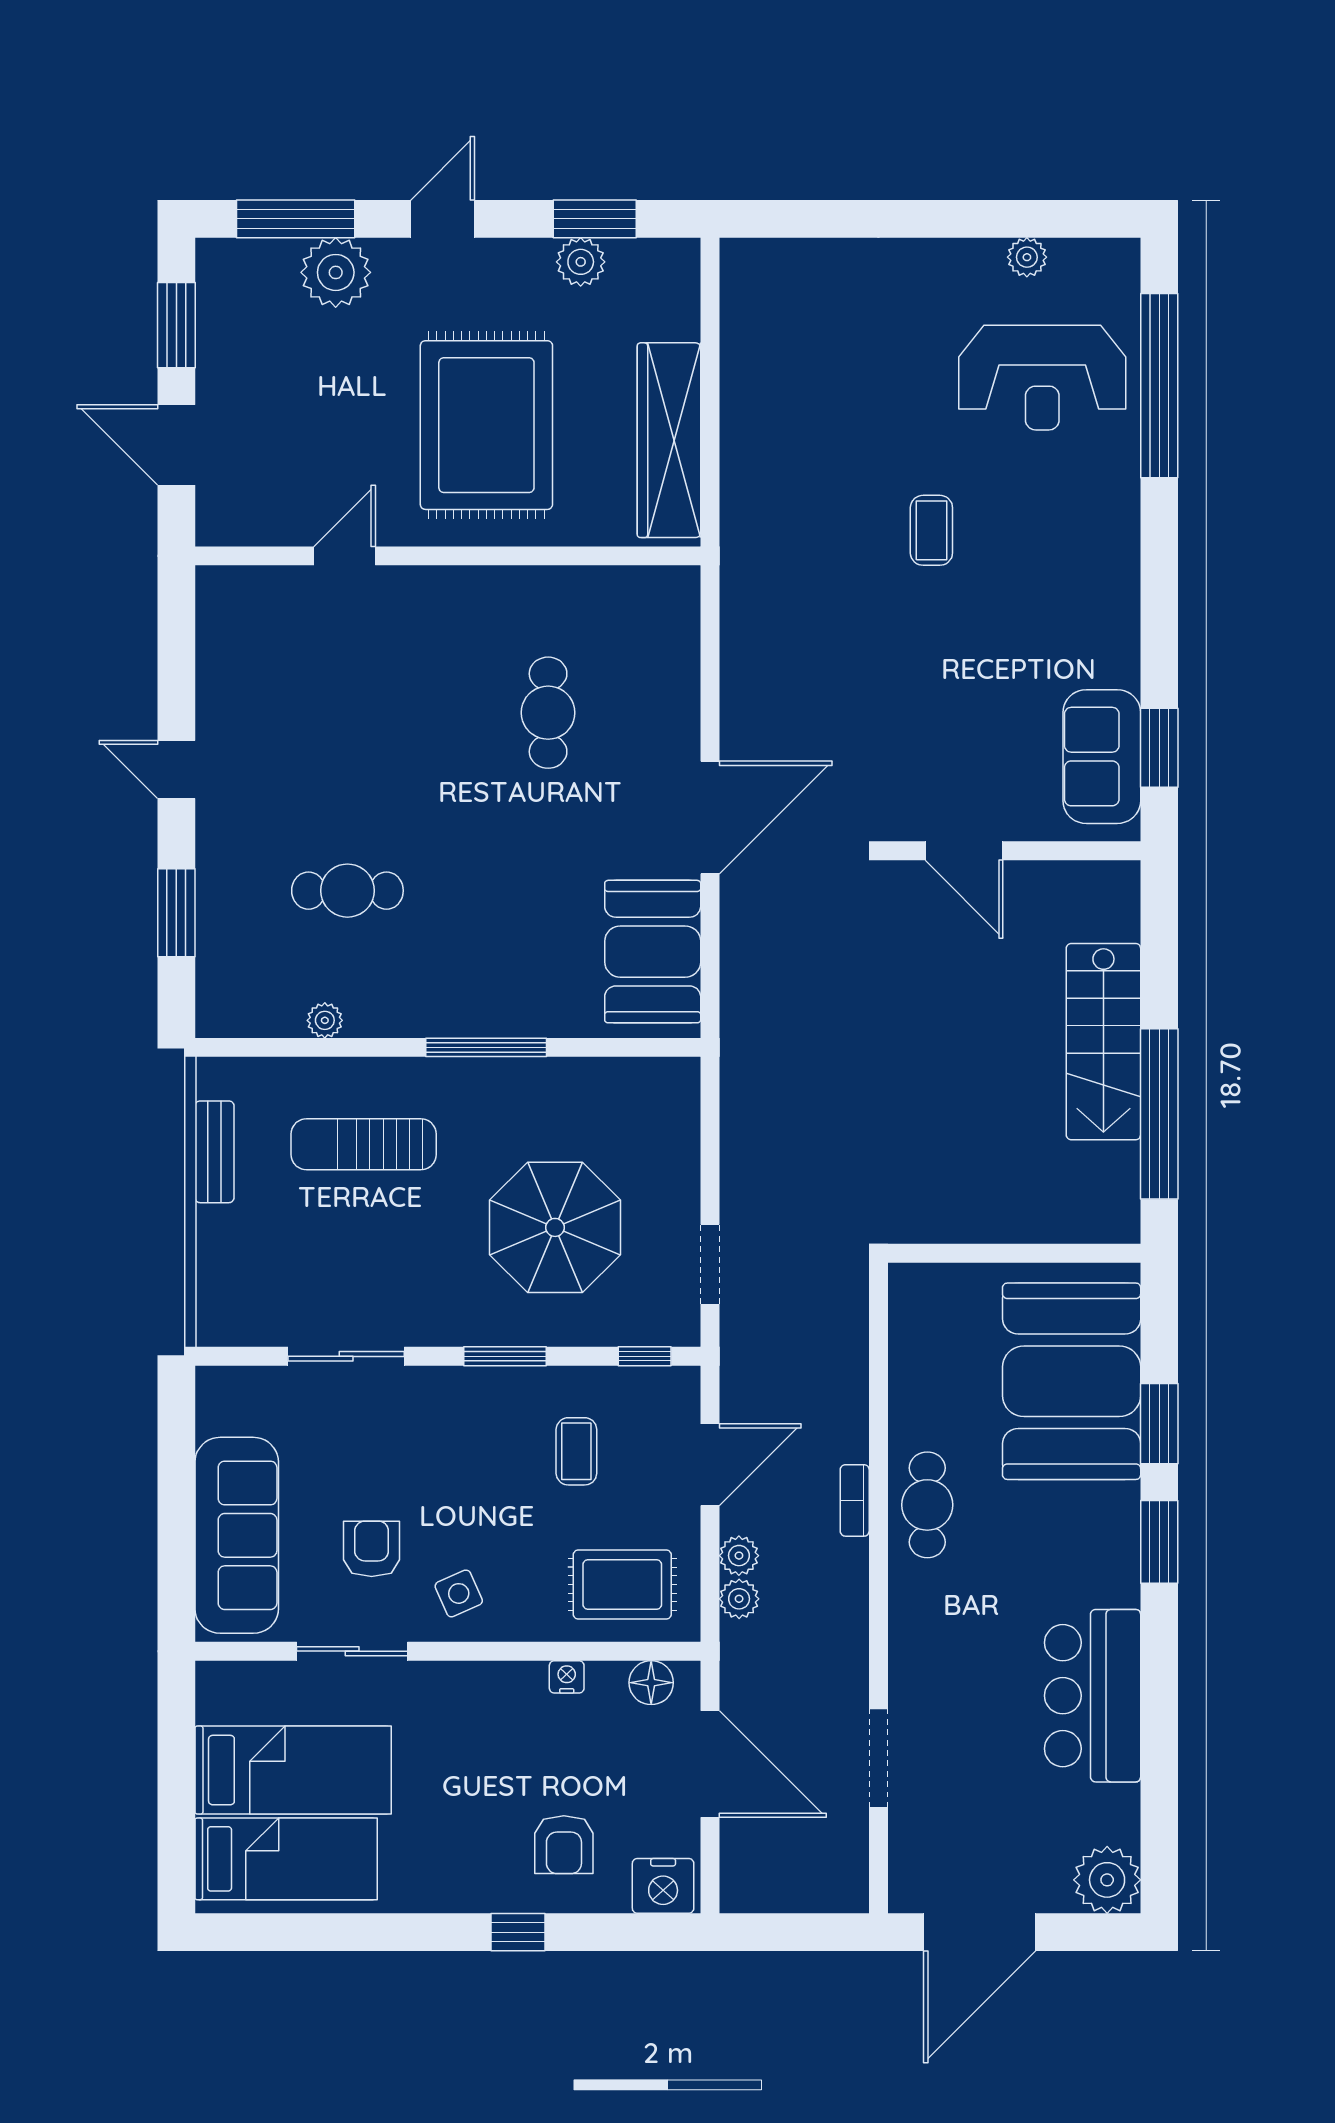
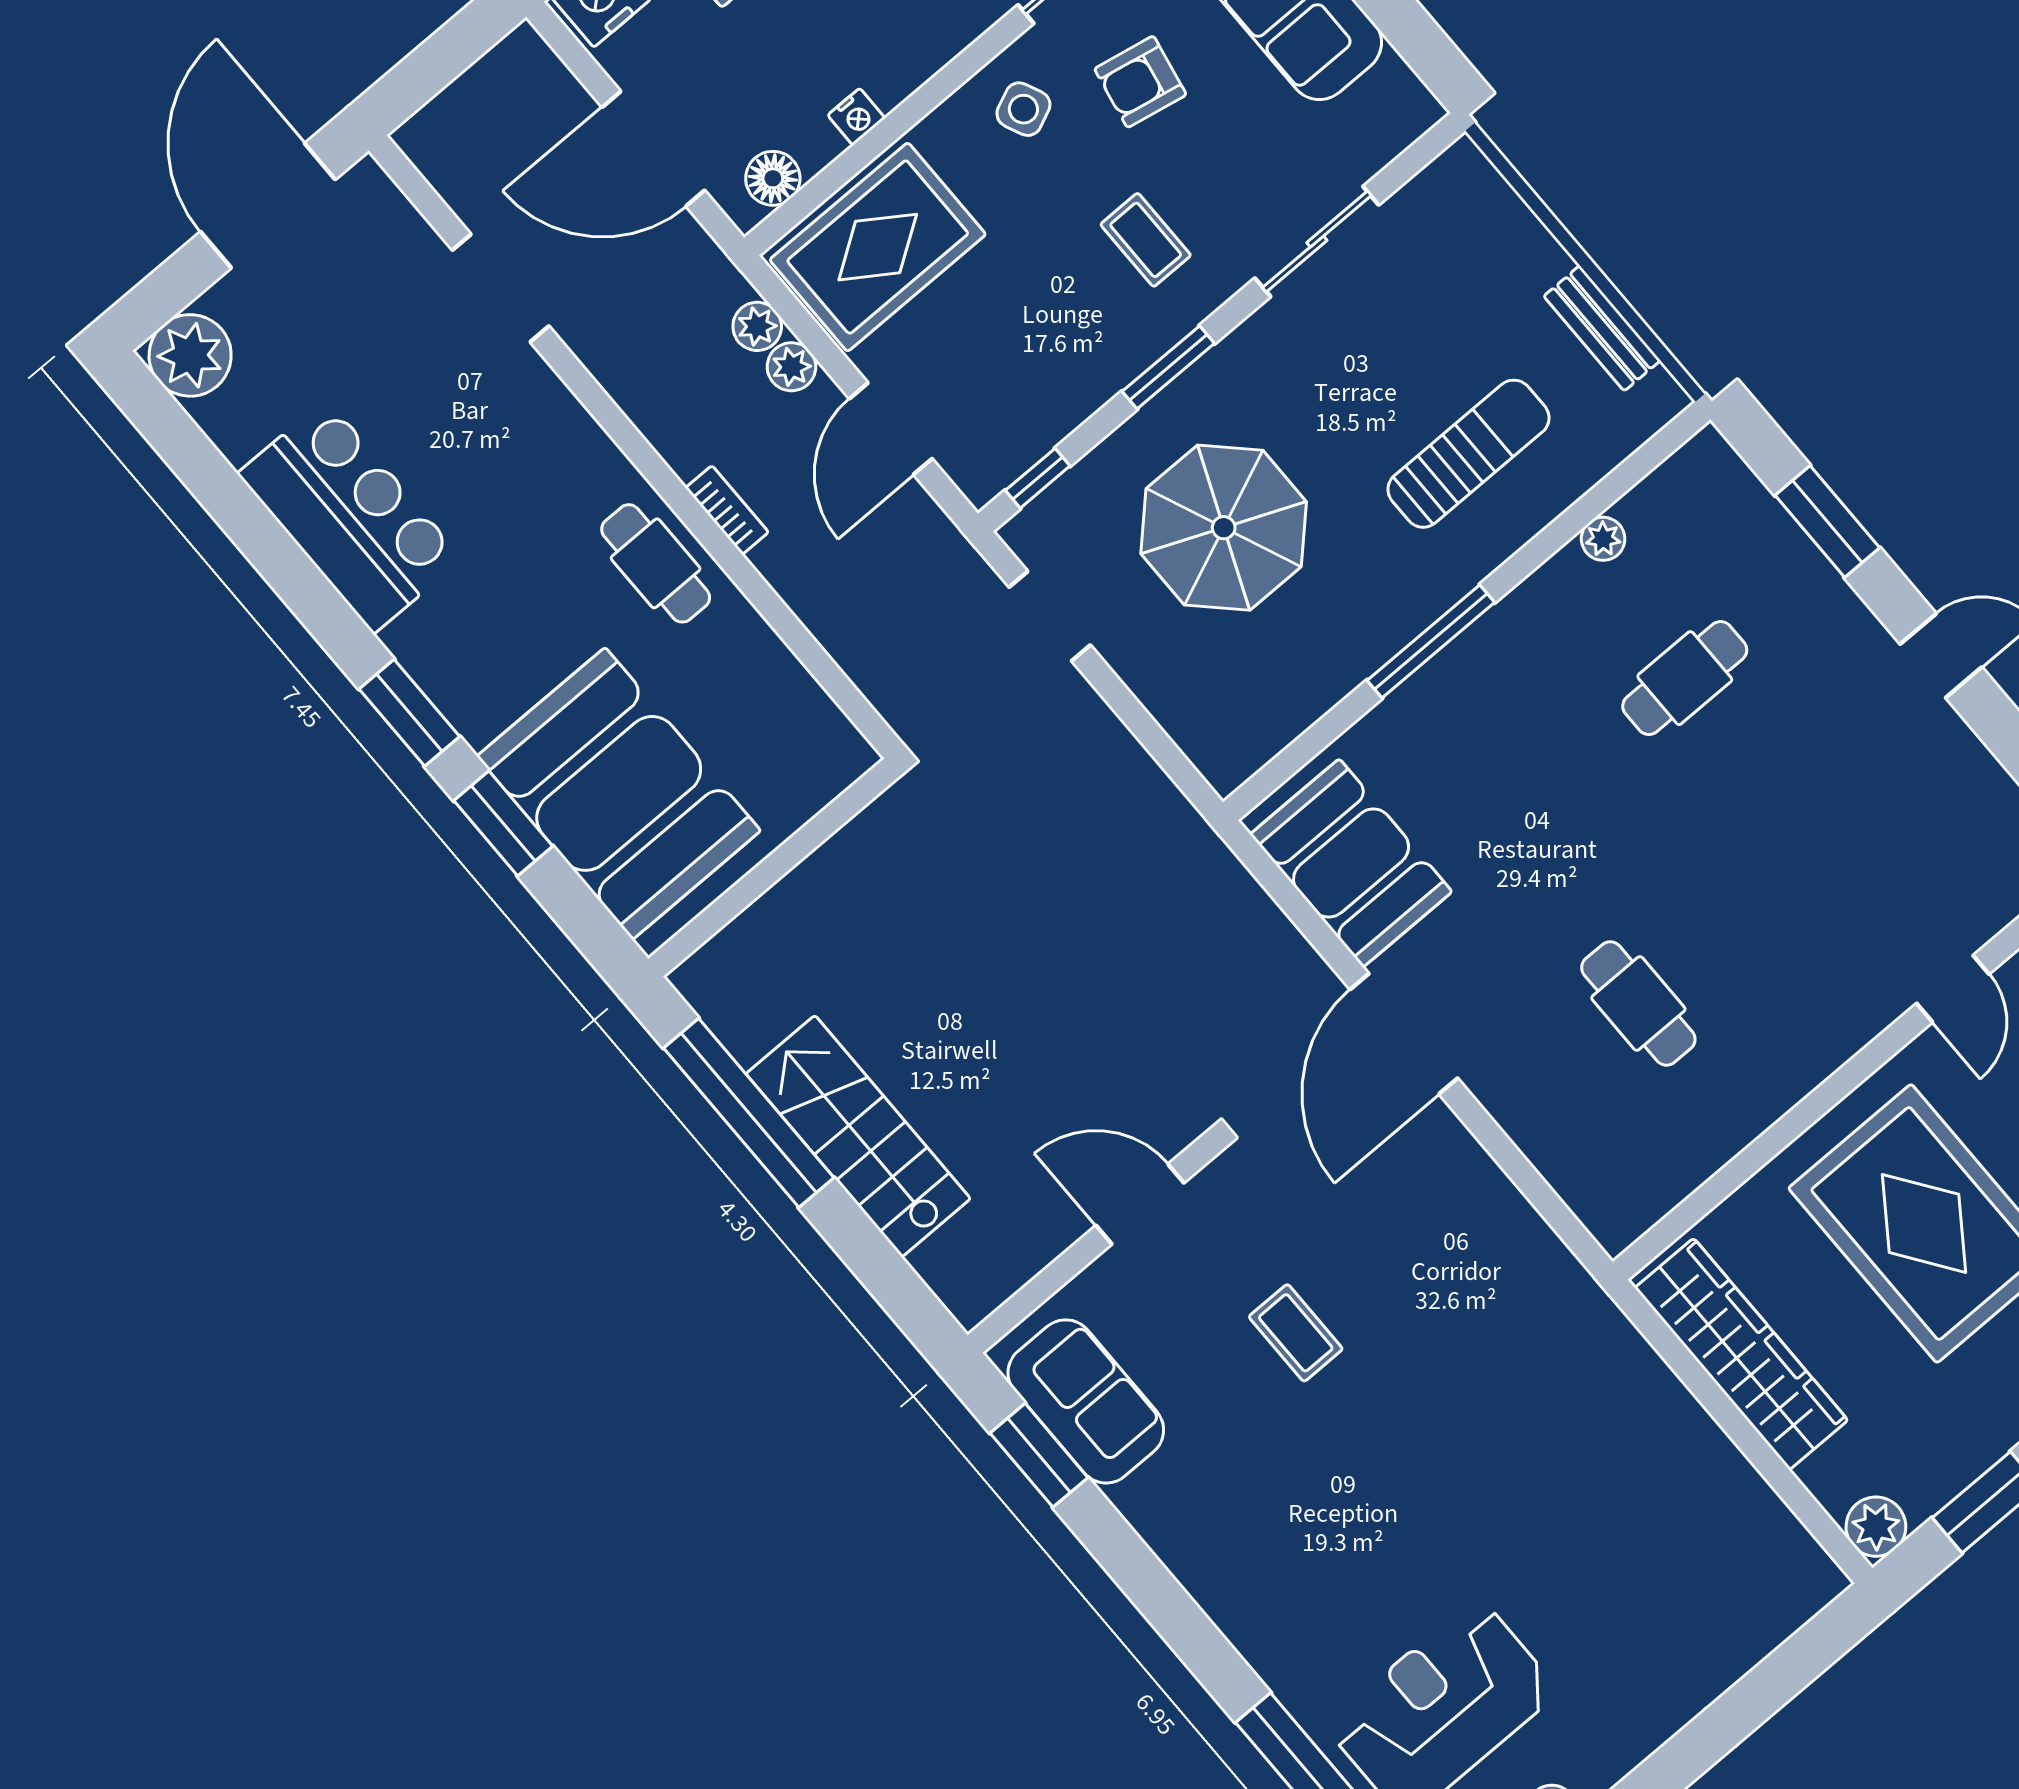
plant: (581, 262) -> (1876, 1527), moved
coffee table: (931, 530) -> (1296, 1333), moved
coffee table: (576, 1451) -> (1146, 240), moved
armchair: (372, 1549) -> (1140, 82), turned 101
rug: (622, 1585) -> (878, 247), width x1.36, depth x1.43

